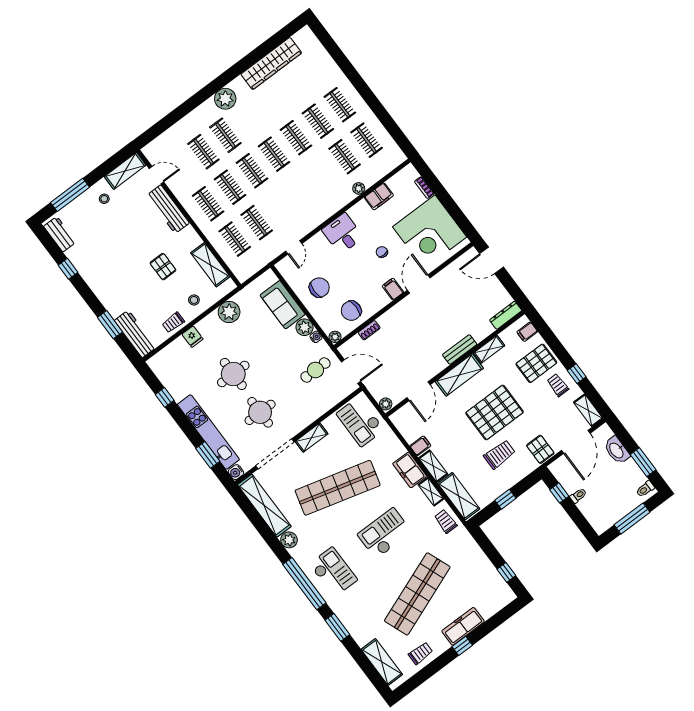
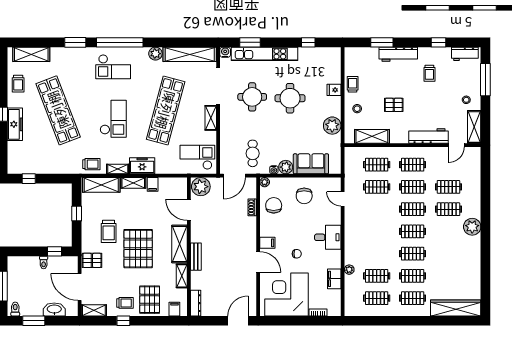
wardrobe: (271, 64) -> (456, 308), moved, turned 90
trolley: (105, 255) -> (429, 73), added
workbench: (135, 334) -> (398, 54), moved
plant: (386, 404) -> (201, 187), width x1.88, depth x1.88

